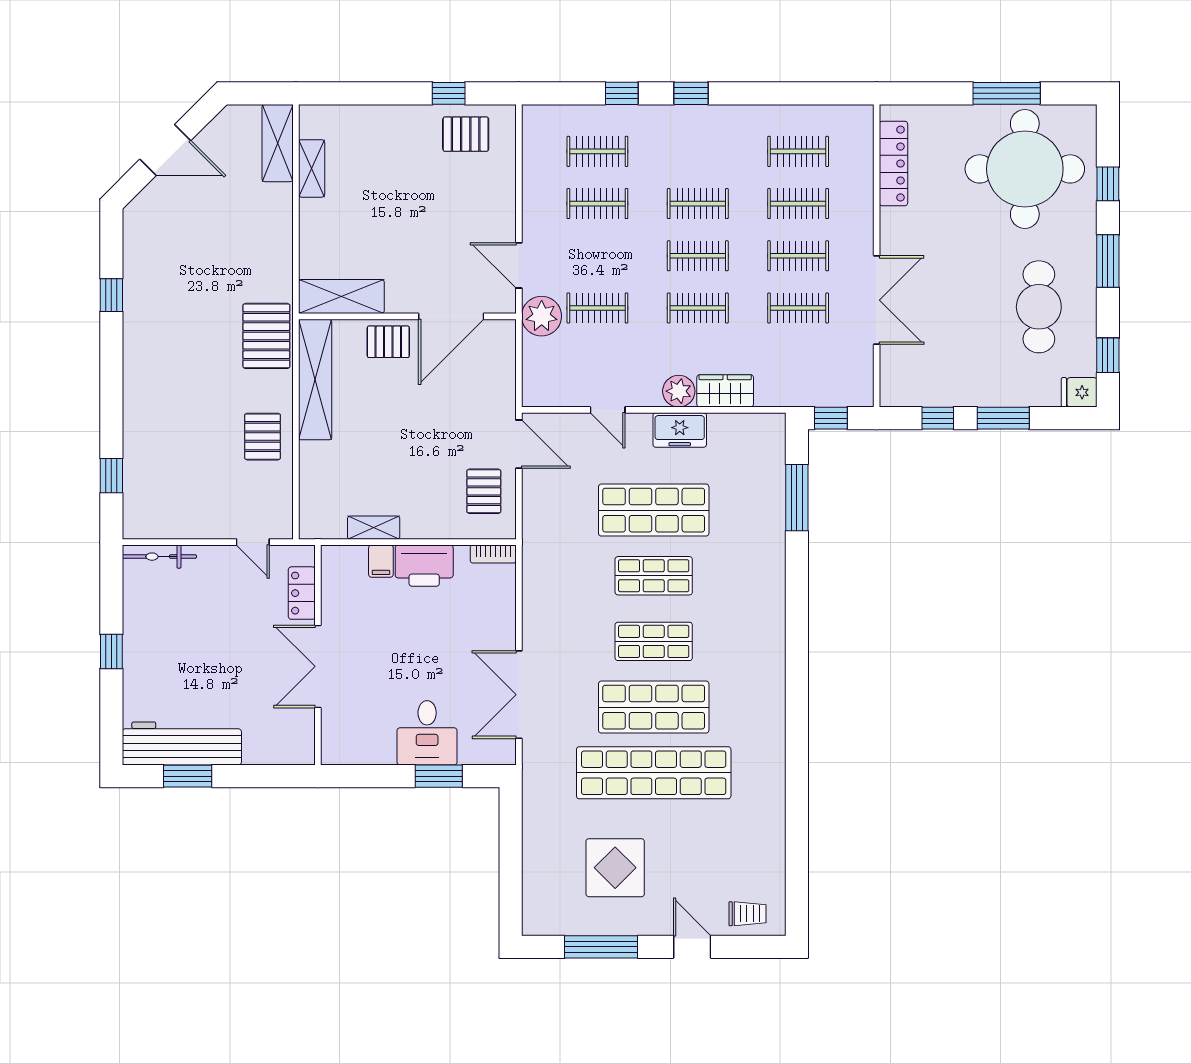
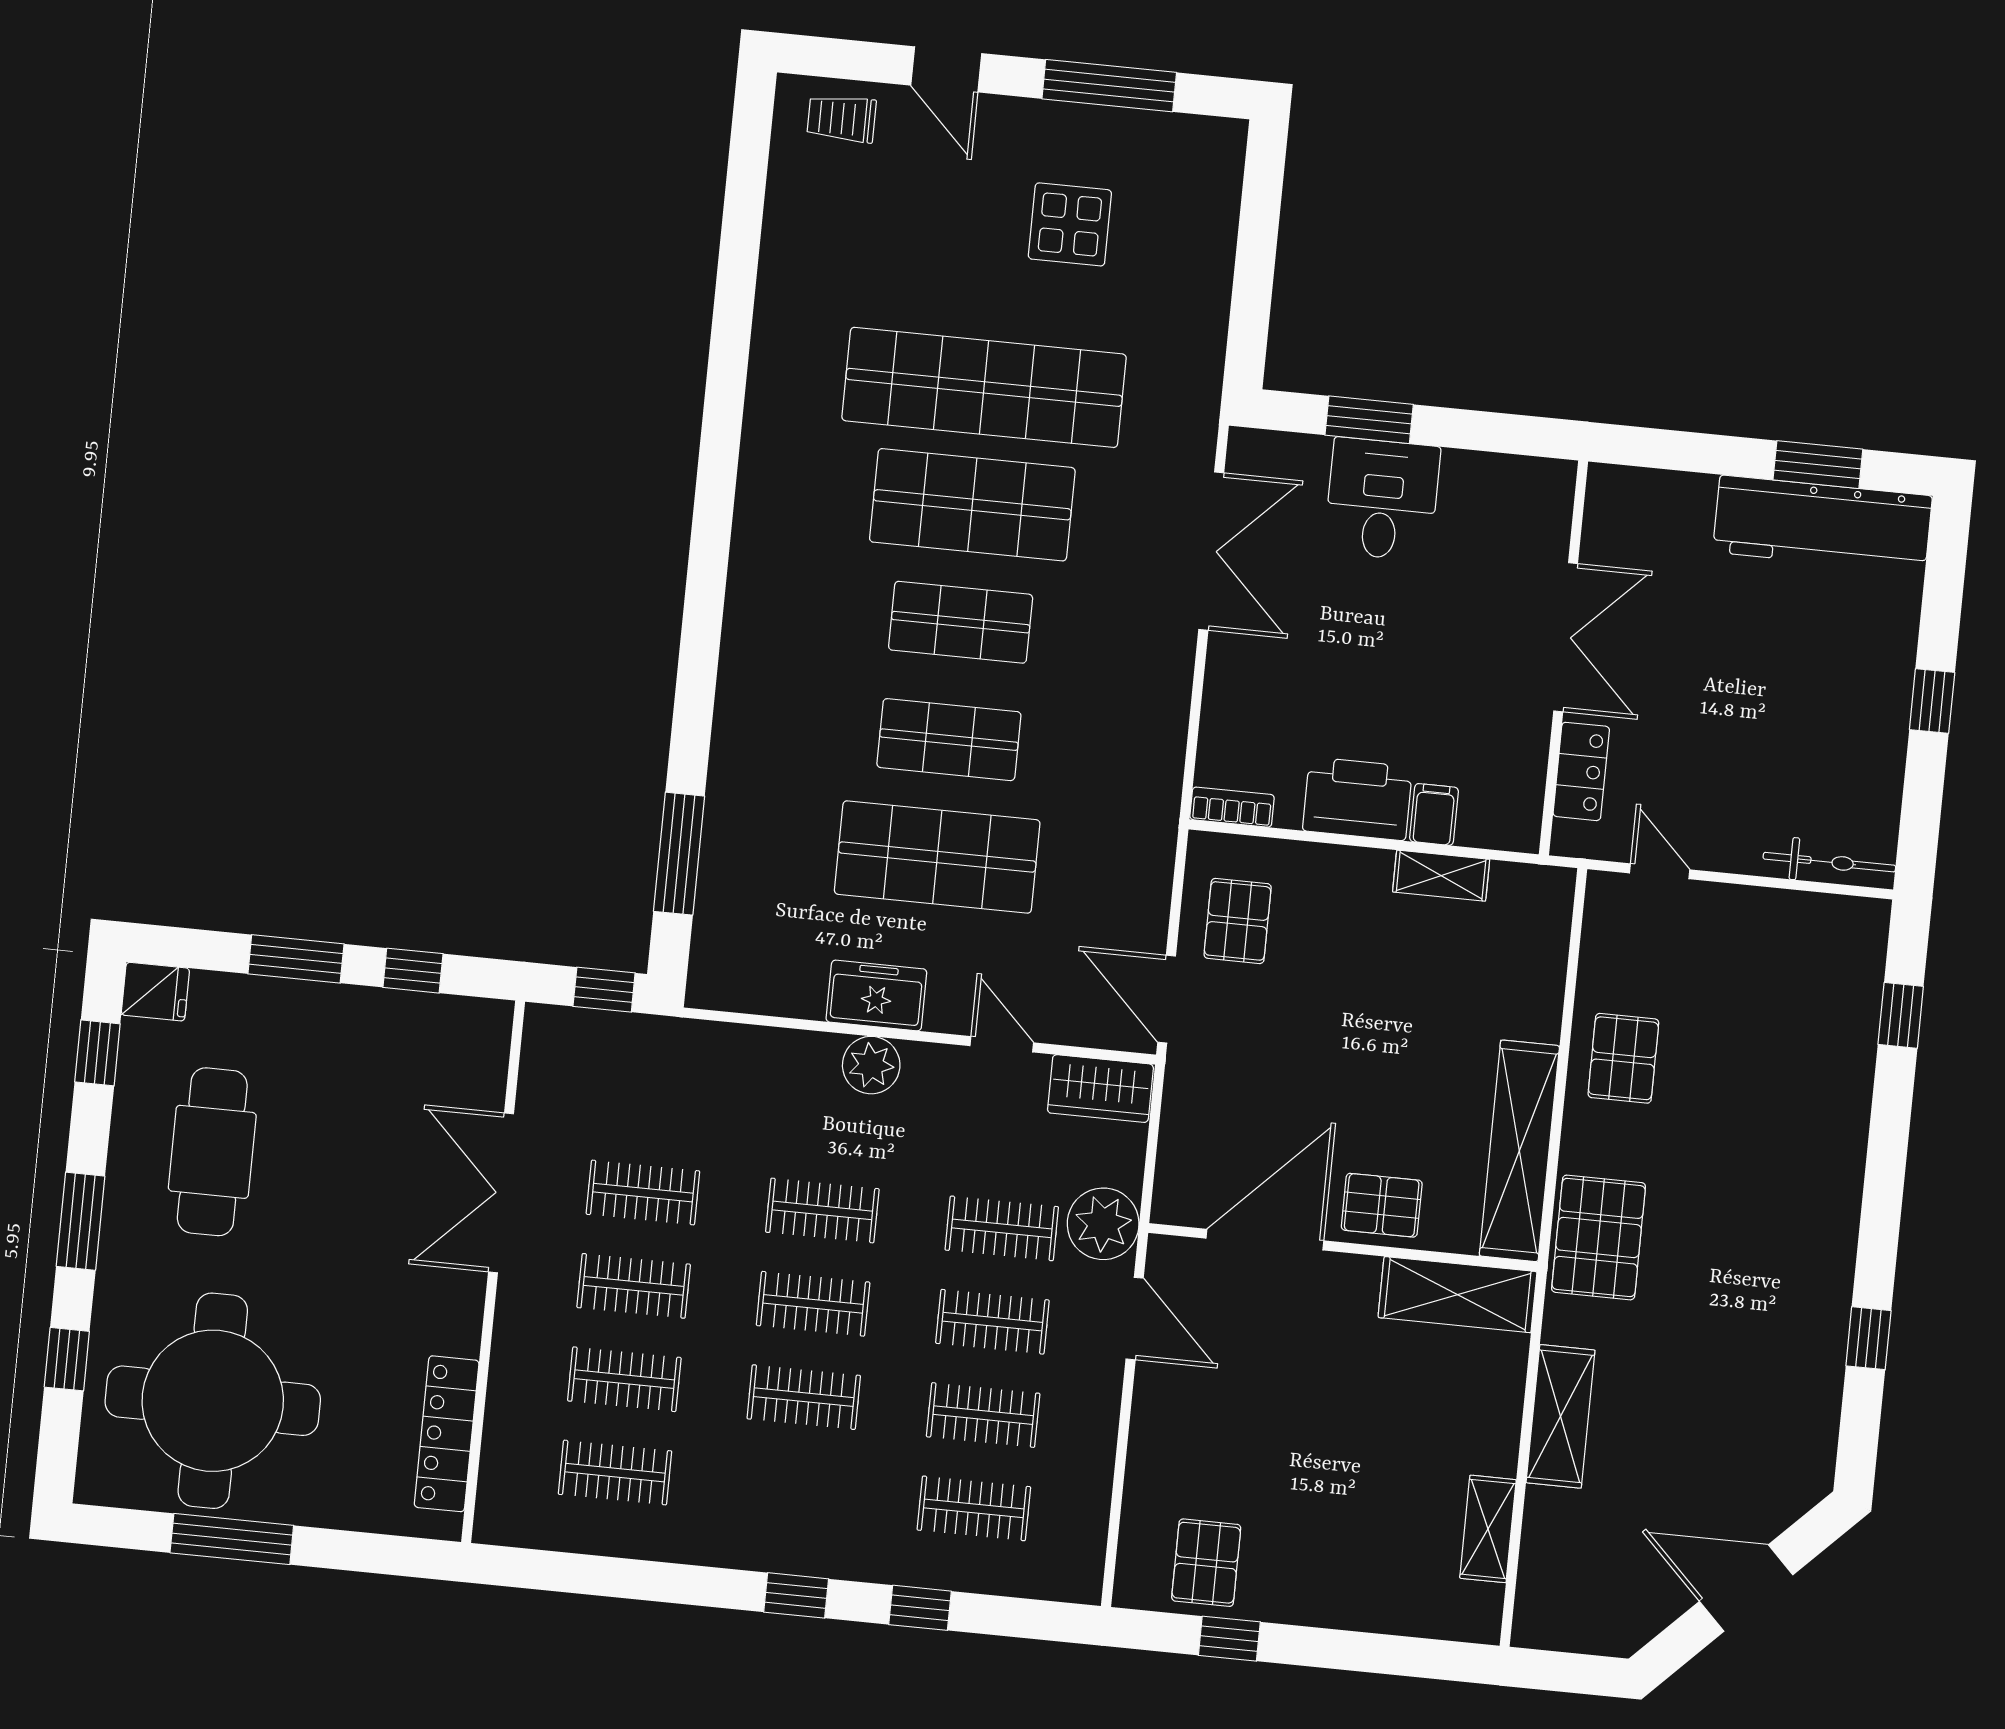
pallet: (466, 134) -> (1206, 1563), turned 90
shelving: (278, 143) -> (1560, 1416), moved
clothes rail: (597, 256) -> (992, 1322), added
wardrobe: (725, 391) -> (1100, 1089), moved
display table: (615, 868) -> (1070, 224), width x0.73, depth x0.73

